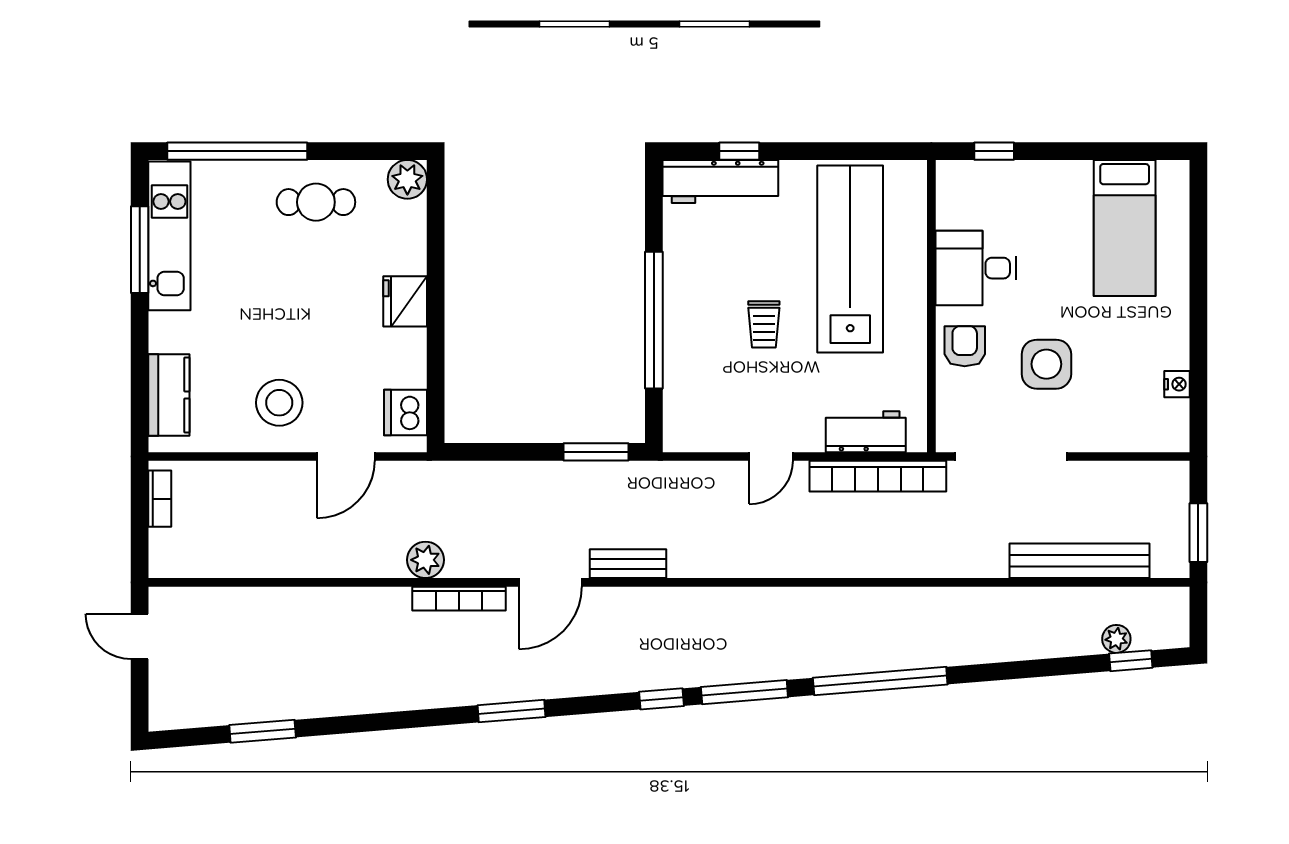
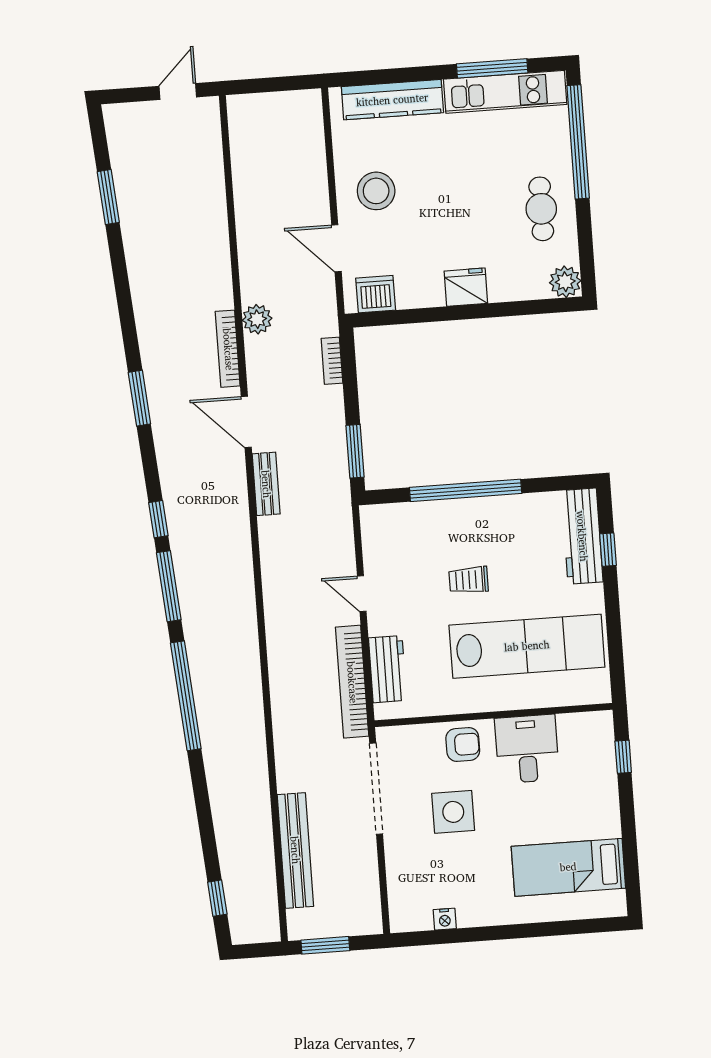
kitchen counter: (169, 395) -> (392, 100), width x1.50
bookcase: (160, 499) -> (332, 361), moved, turned 90
plant: (1116, 639) -> (234, 885), removed

